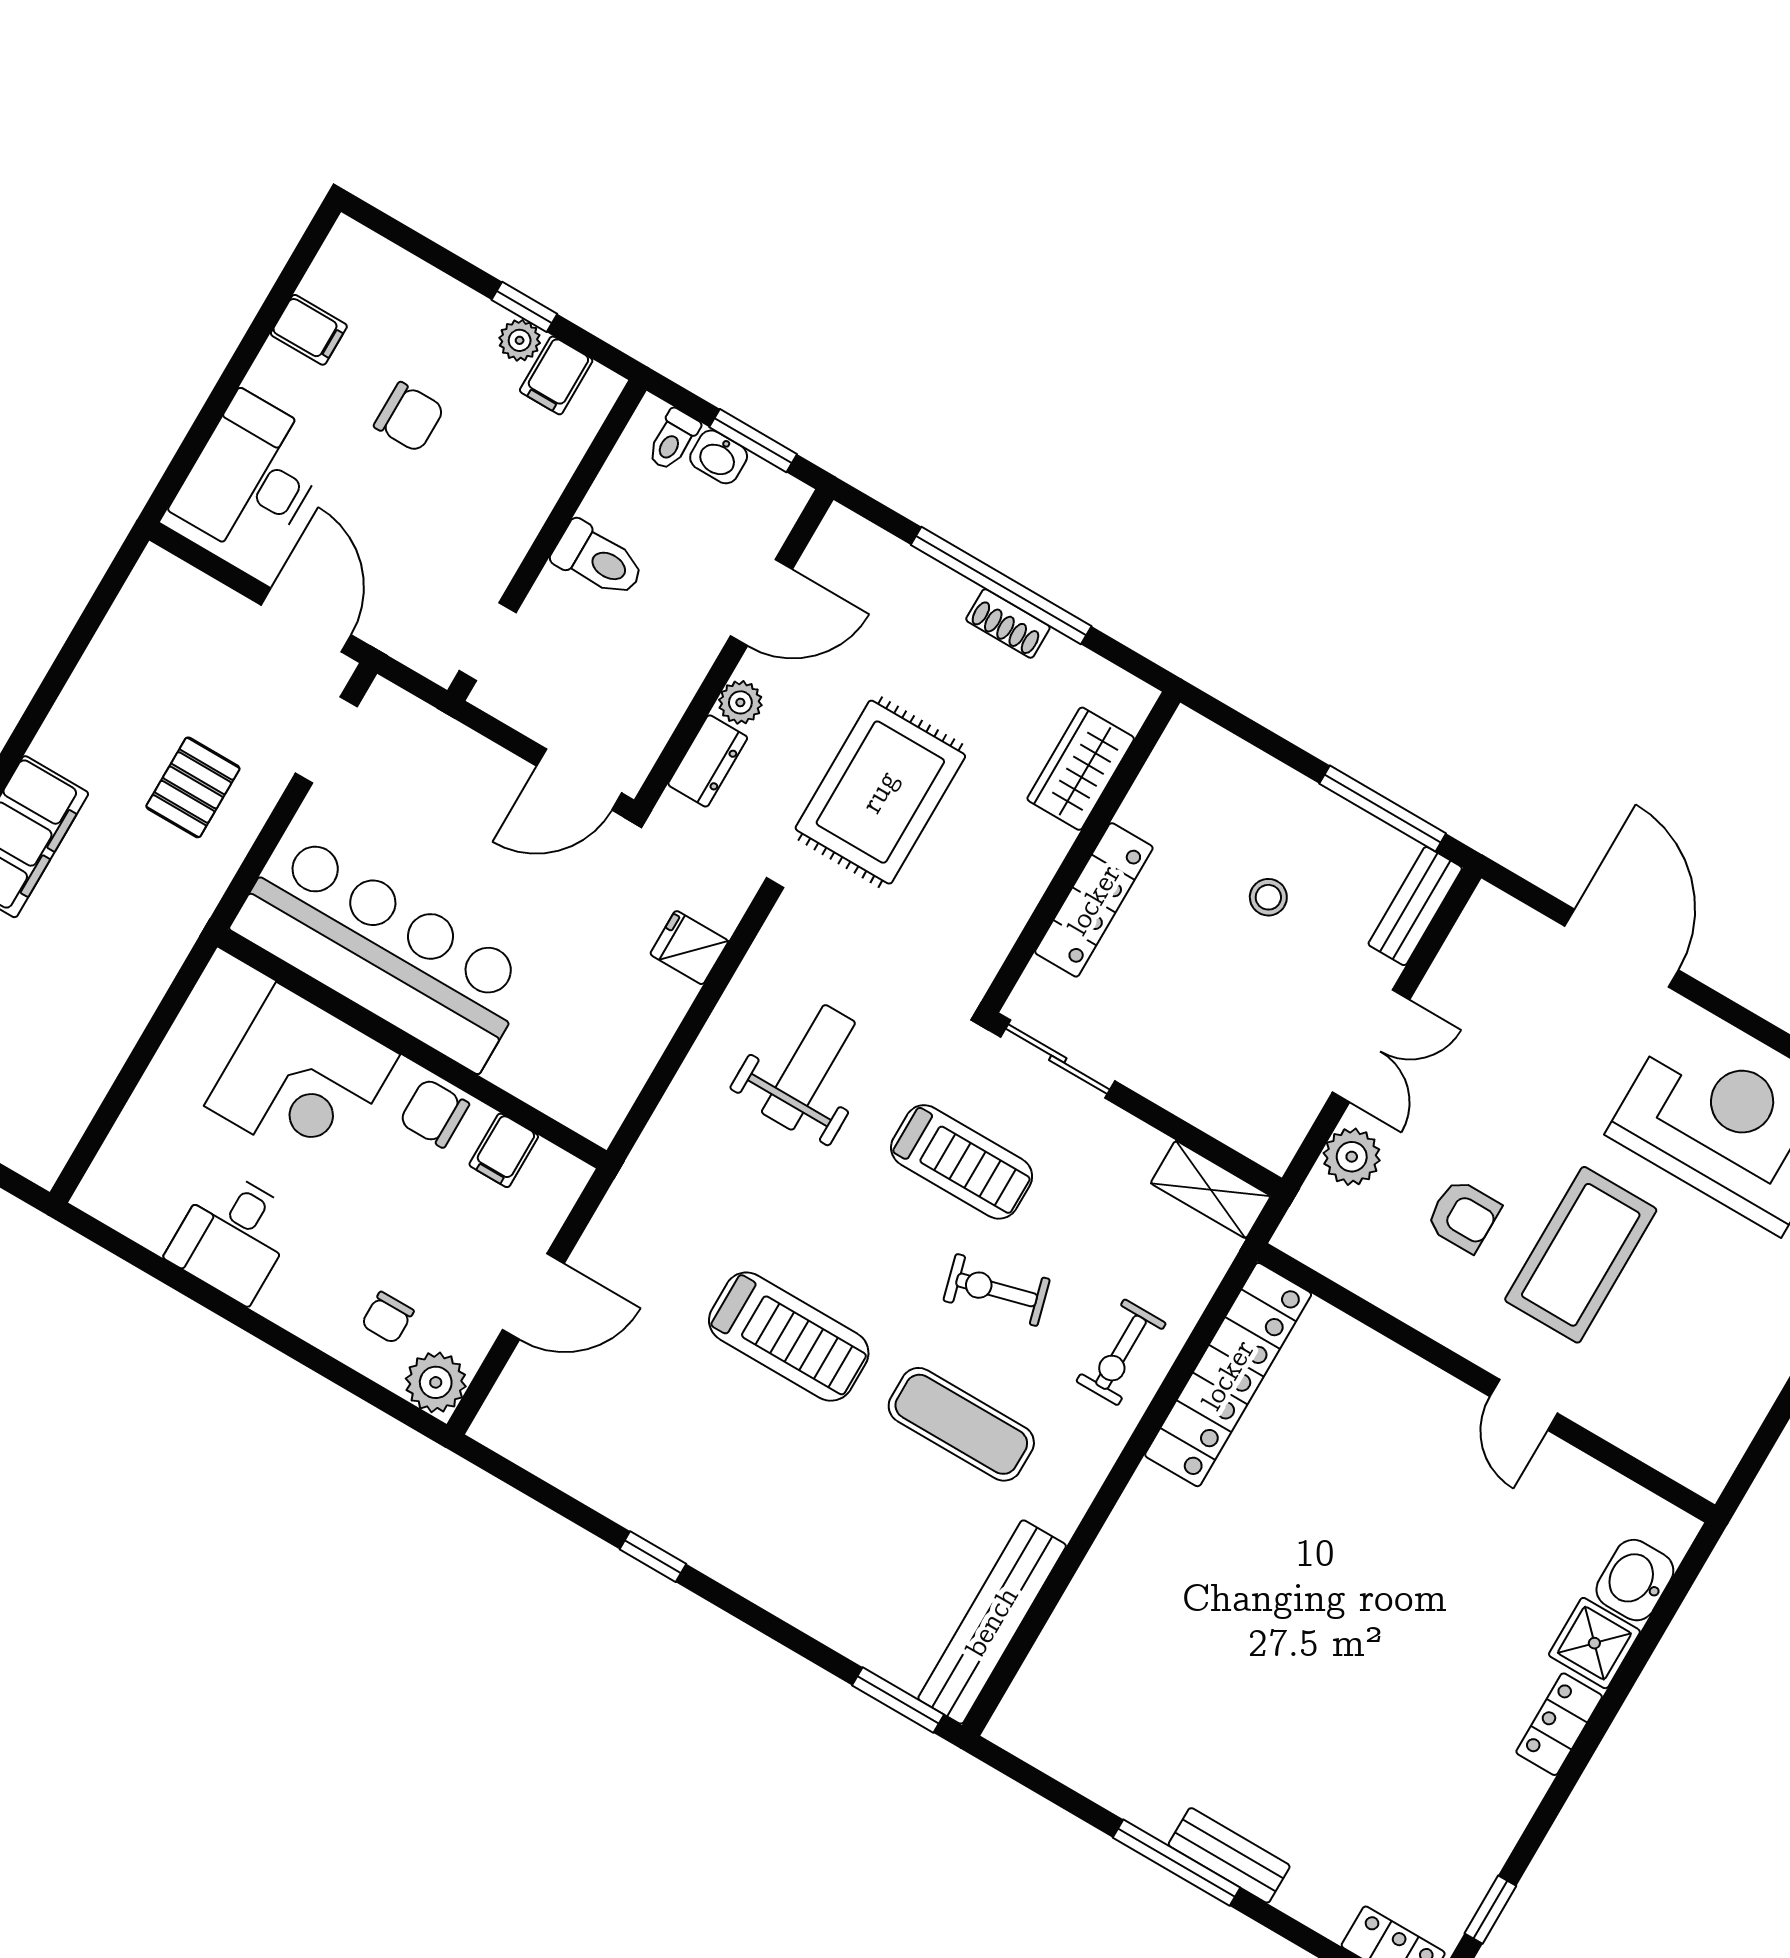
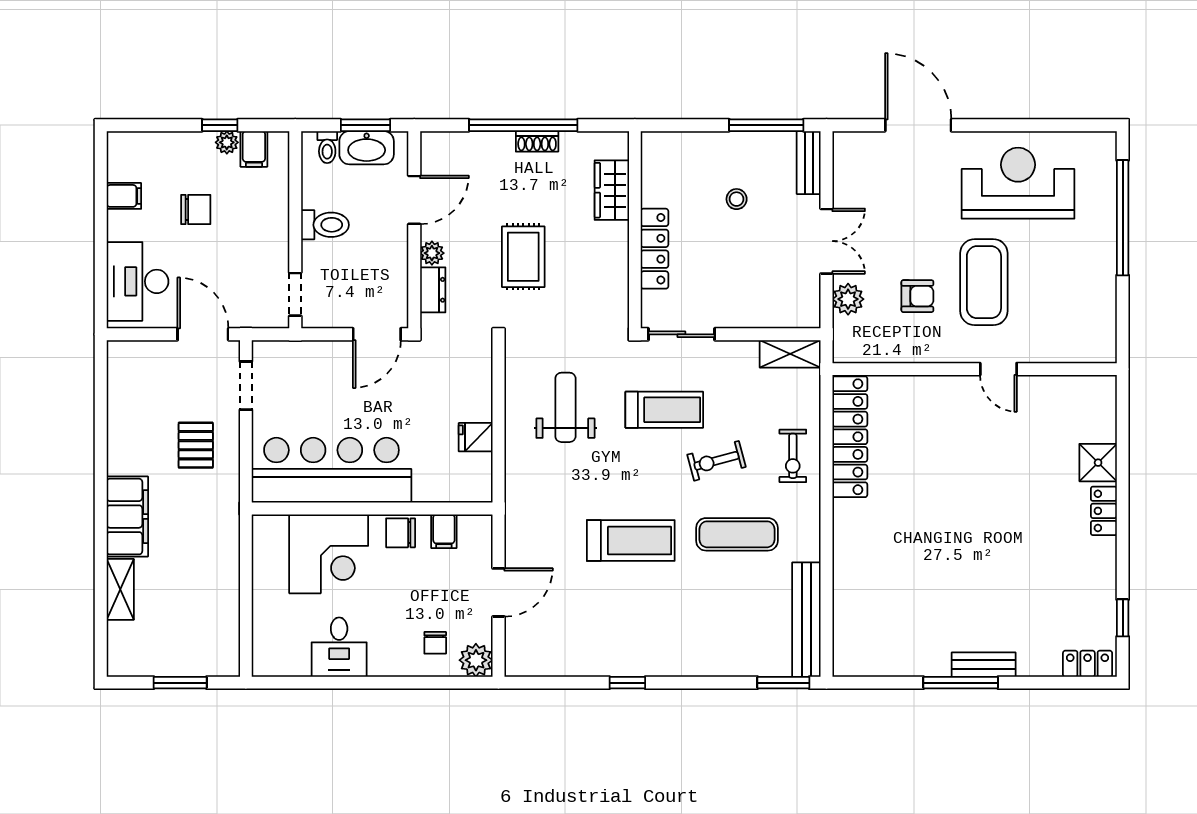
washbasin: (719, 457) -> (367, 148), width x1.91, depth x1.45
rug: (880, 792) -> (523, 257), width x0.73, depth x0.70
fridge: (689, 948) -> (476, 437), moved
washbasin: (1635, 1580) -> (1100, 421), removed

